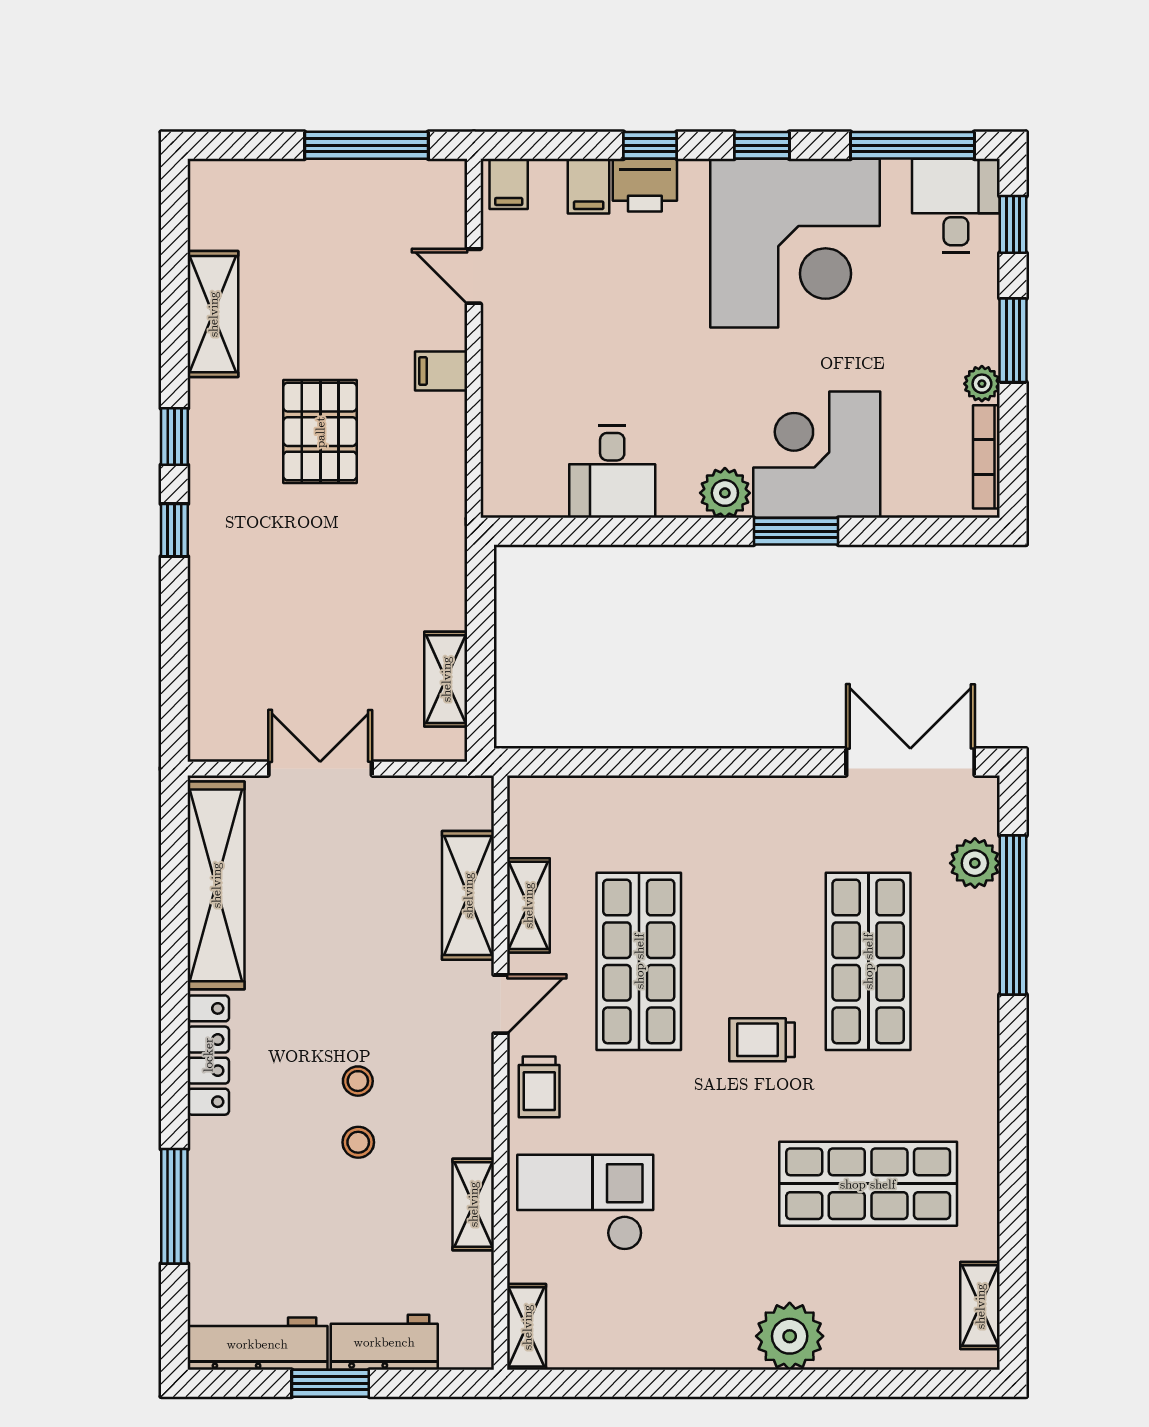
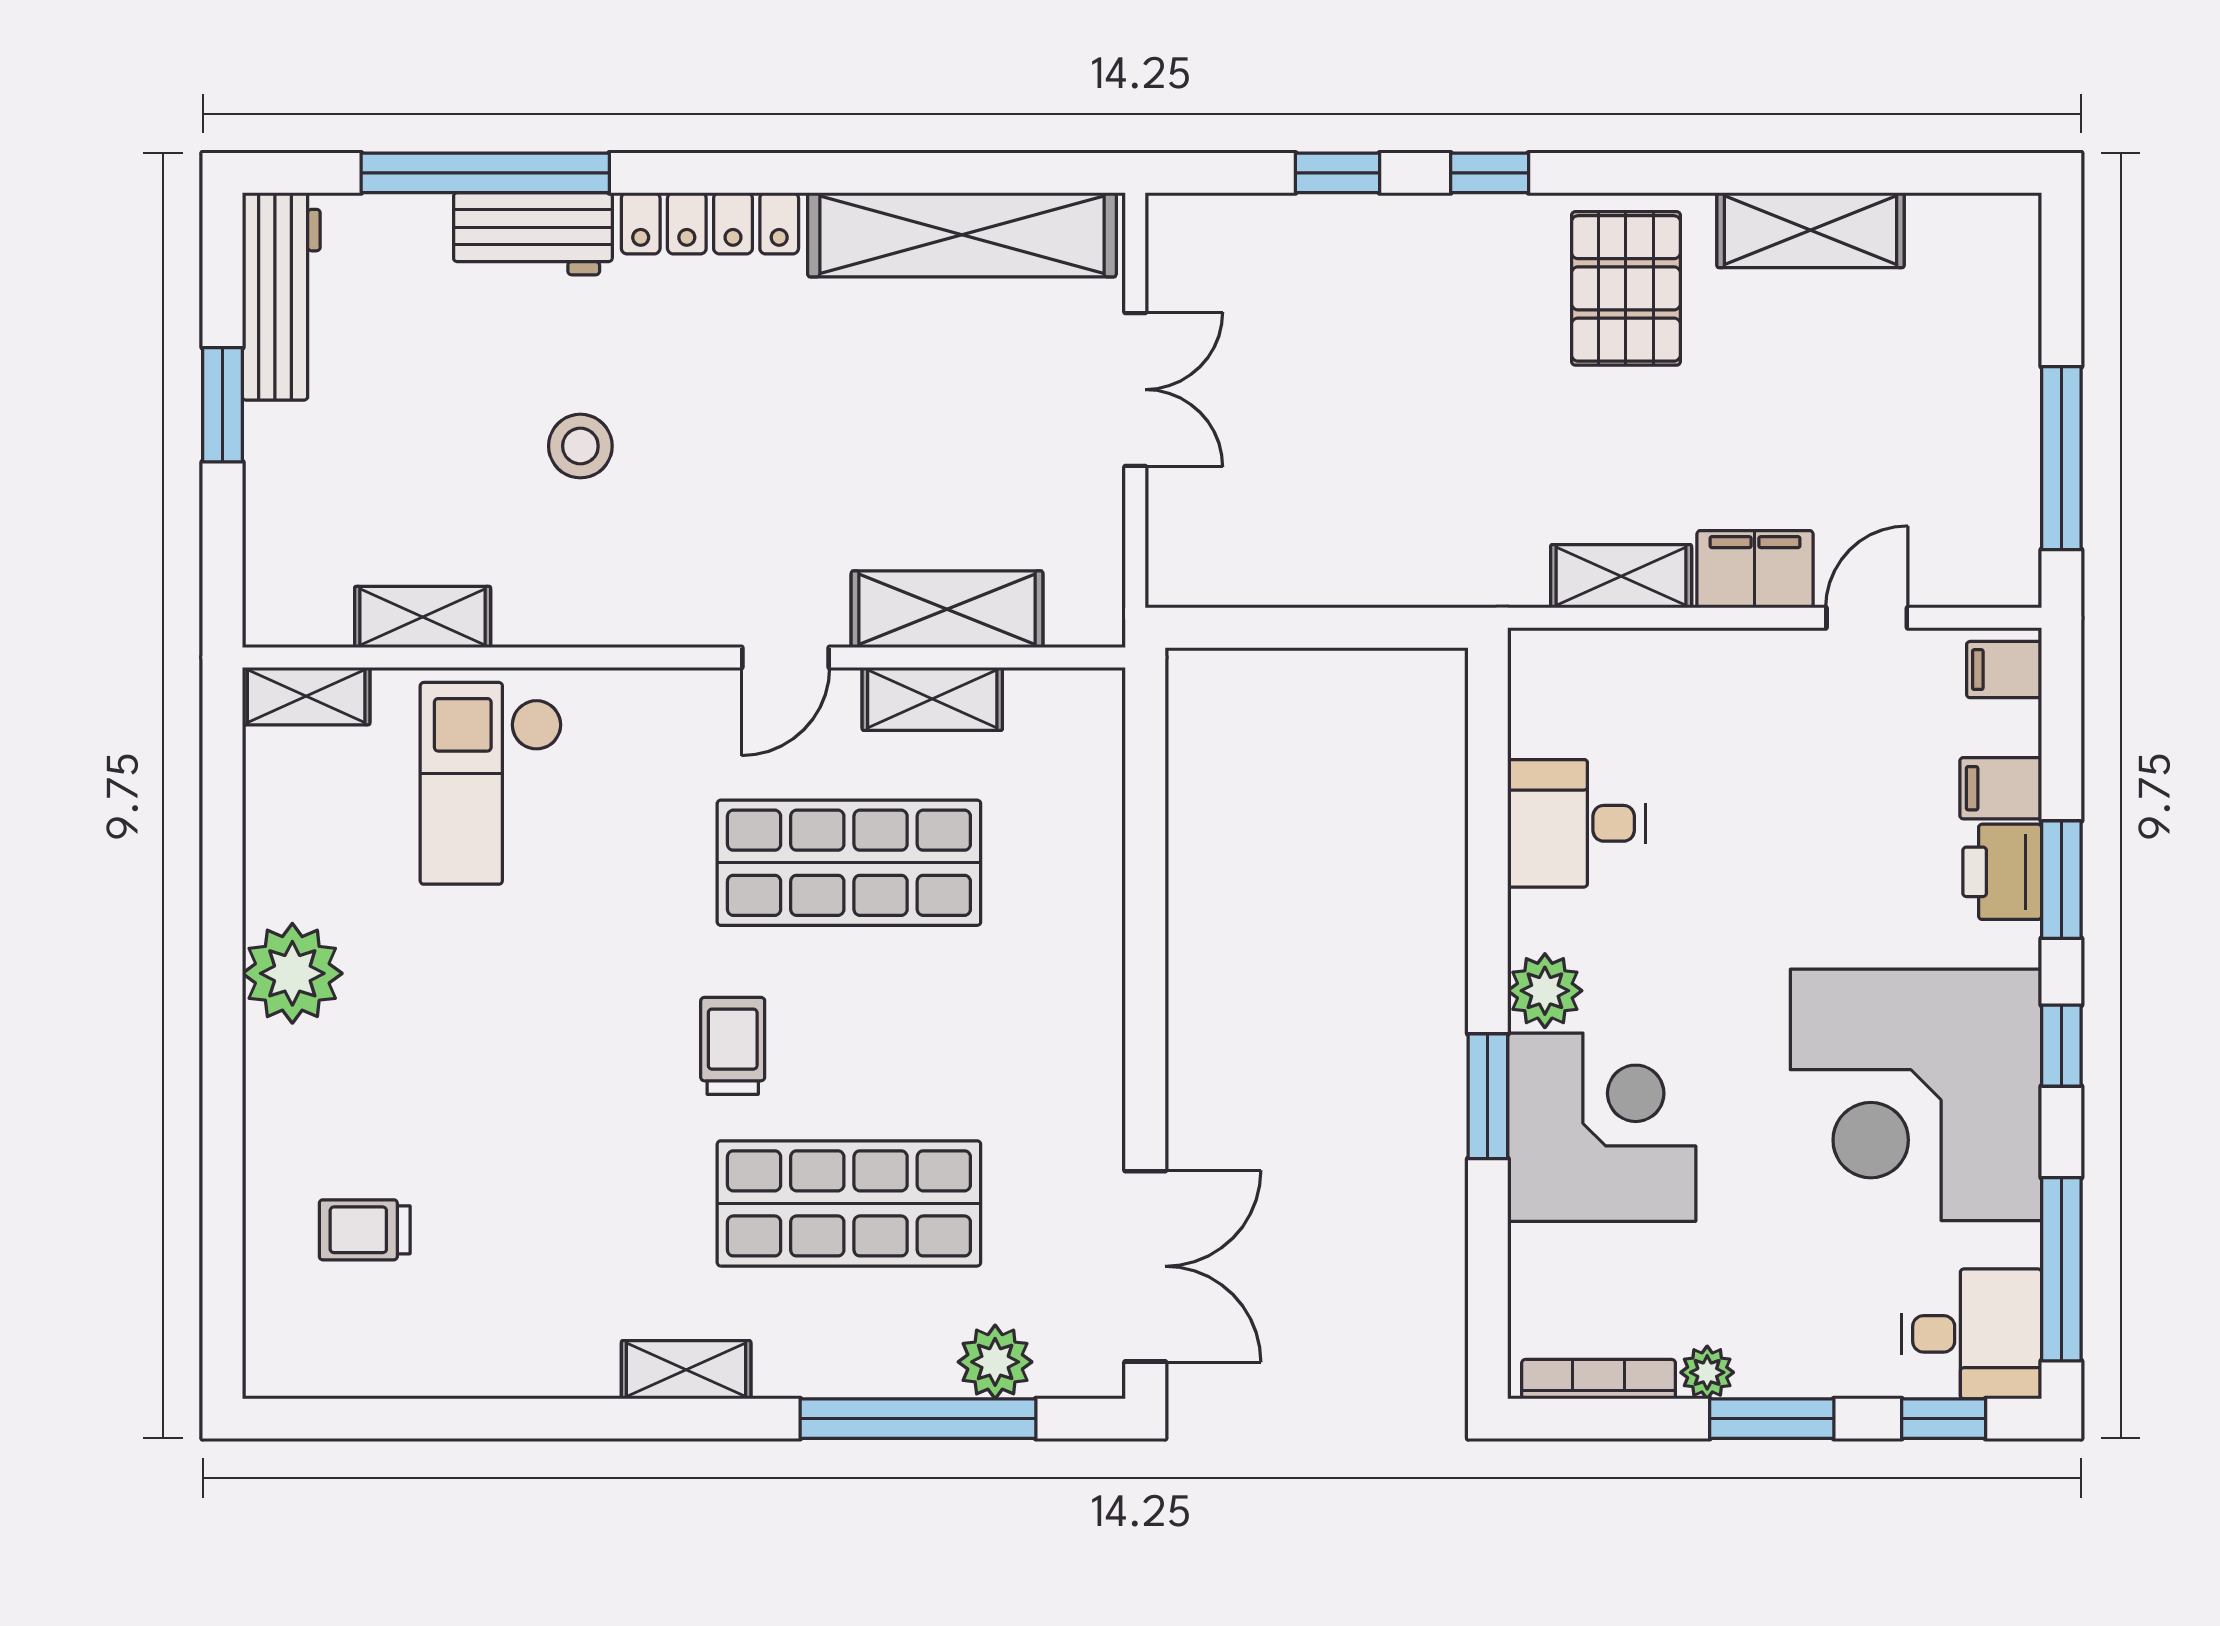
window: (650, 145) -> (2061, 880), width x1.50
filing cabinet: (441, 371) -> (1755, 569), width x2.00
pallet: (320, 432) -> (1626, 288), moved, turned 90
window: (174, 437) -> (1338, 173), moved
shelving: (446, 679) -> (1621, 576), moved
door: (501, 1004) -> (786, 657), hinge flipped
stool: (358, 1081) -> (671, 445), removed
trolley: (539, 1087) -> (365, 1230), moved
stool: (358, 1142) -> (580, 446), width x1.37, depth x1.37
shop shelf: (868, 1184) -> (519, 1203), removed
checkout: (585, 1202) -> (491, 783), turned 180
shelving: (473, 1204) -> (423, 617), moved
window: (174, 1206) -> (485, 173), width x1.46
shelving: (980, 1306) -> (686, 1370), moved
plant: (790, 1336) -> (292, 973), moved
workbench: (384, 1342) -> (533, 234), moved, turned 90

